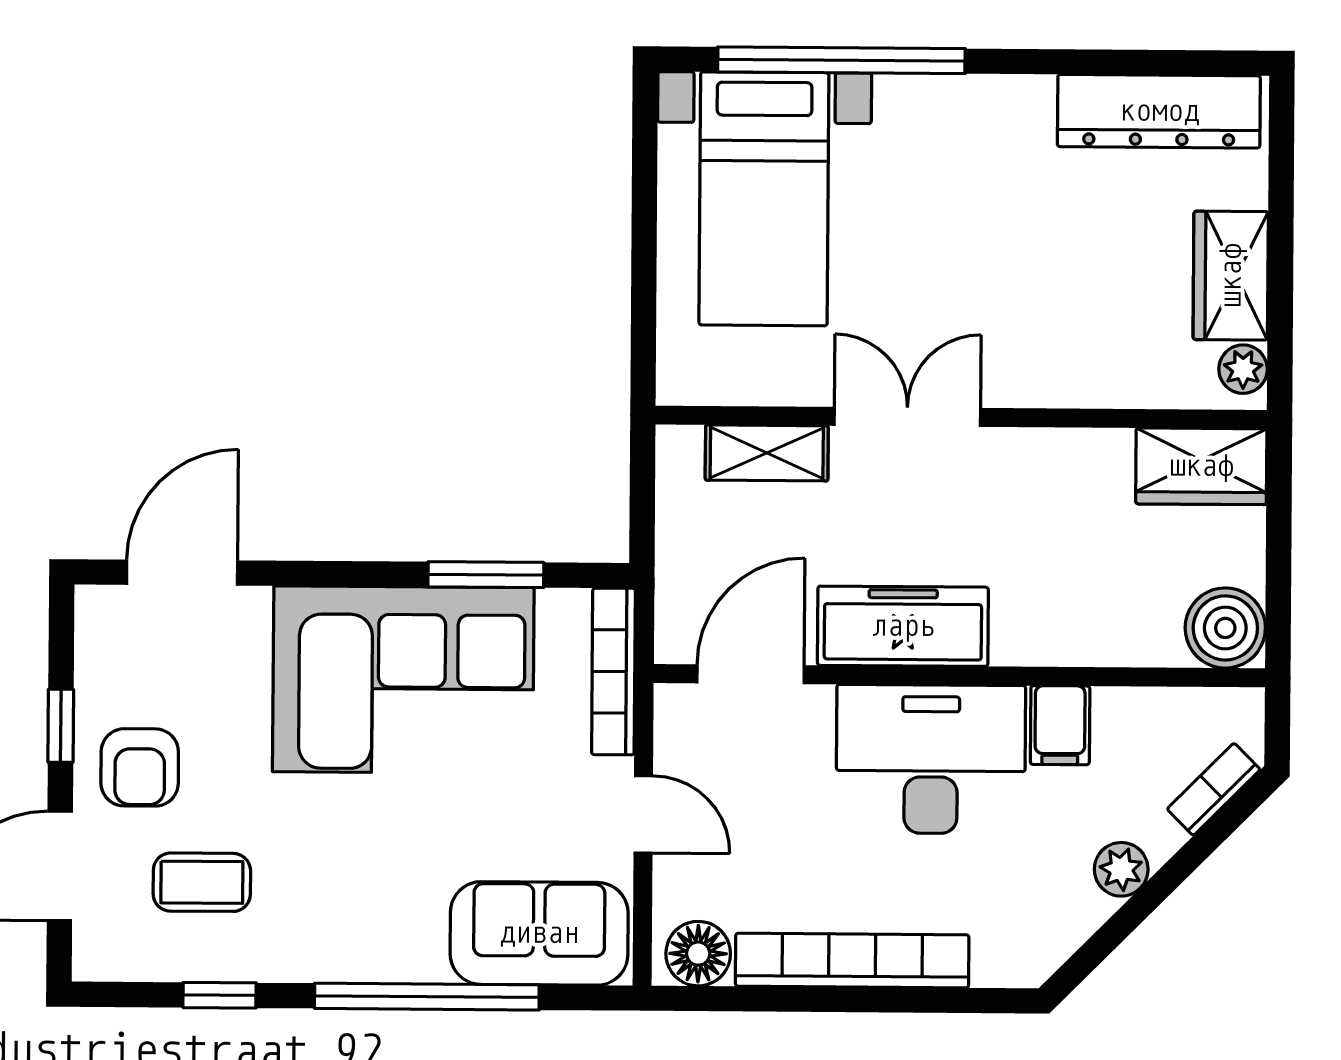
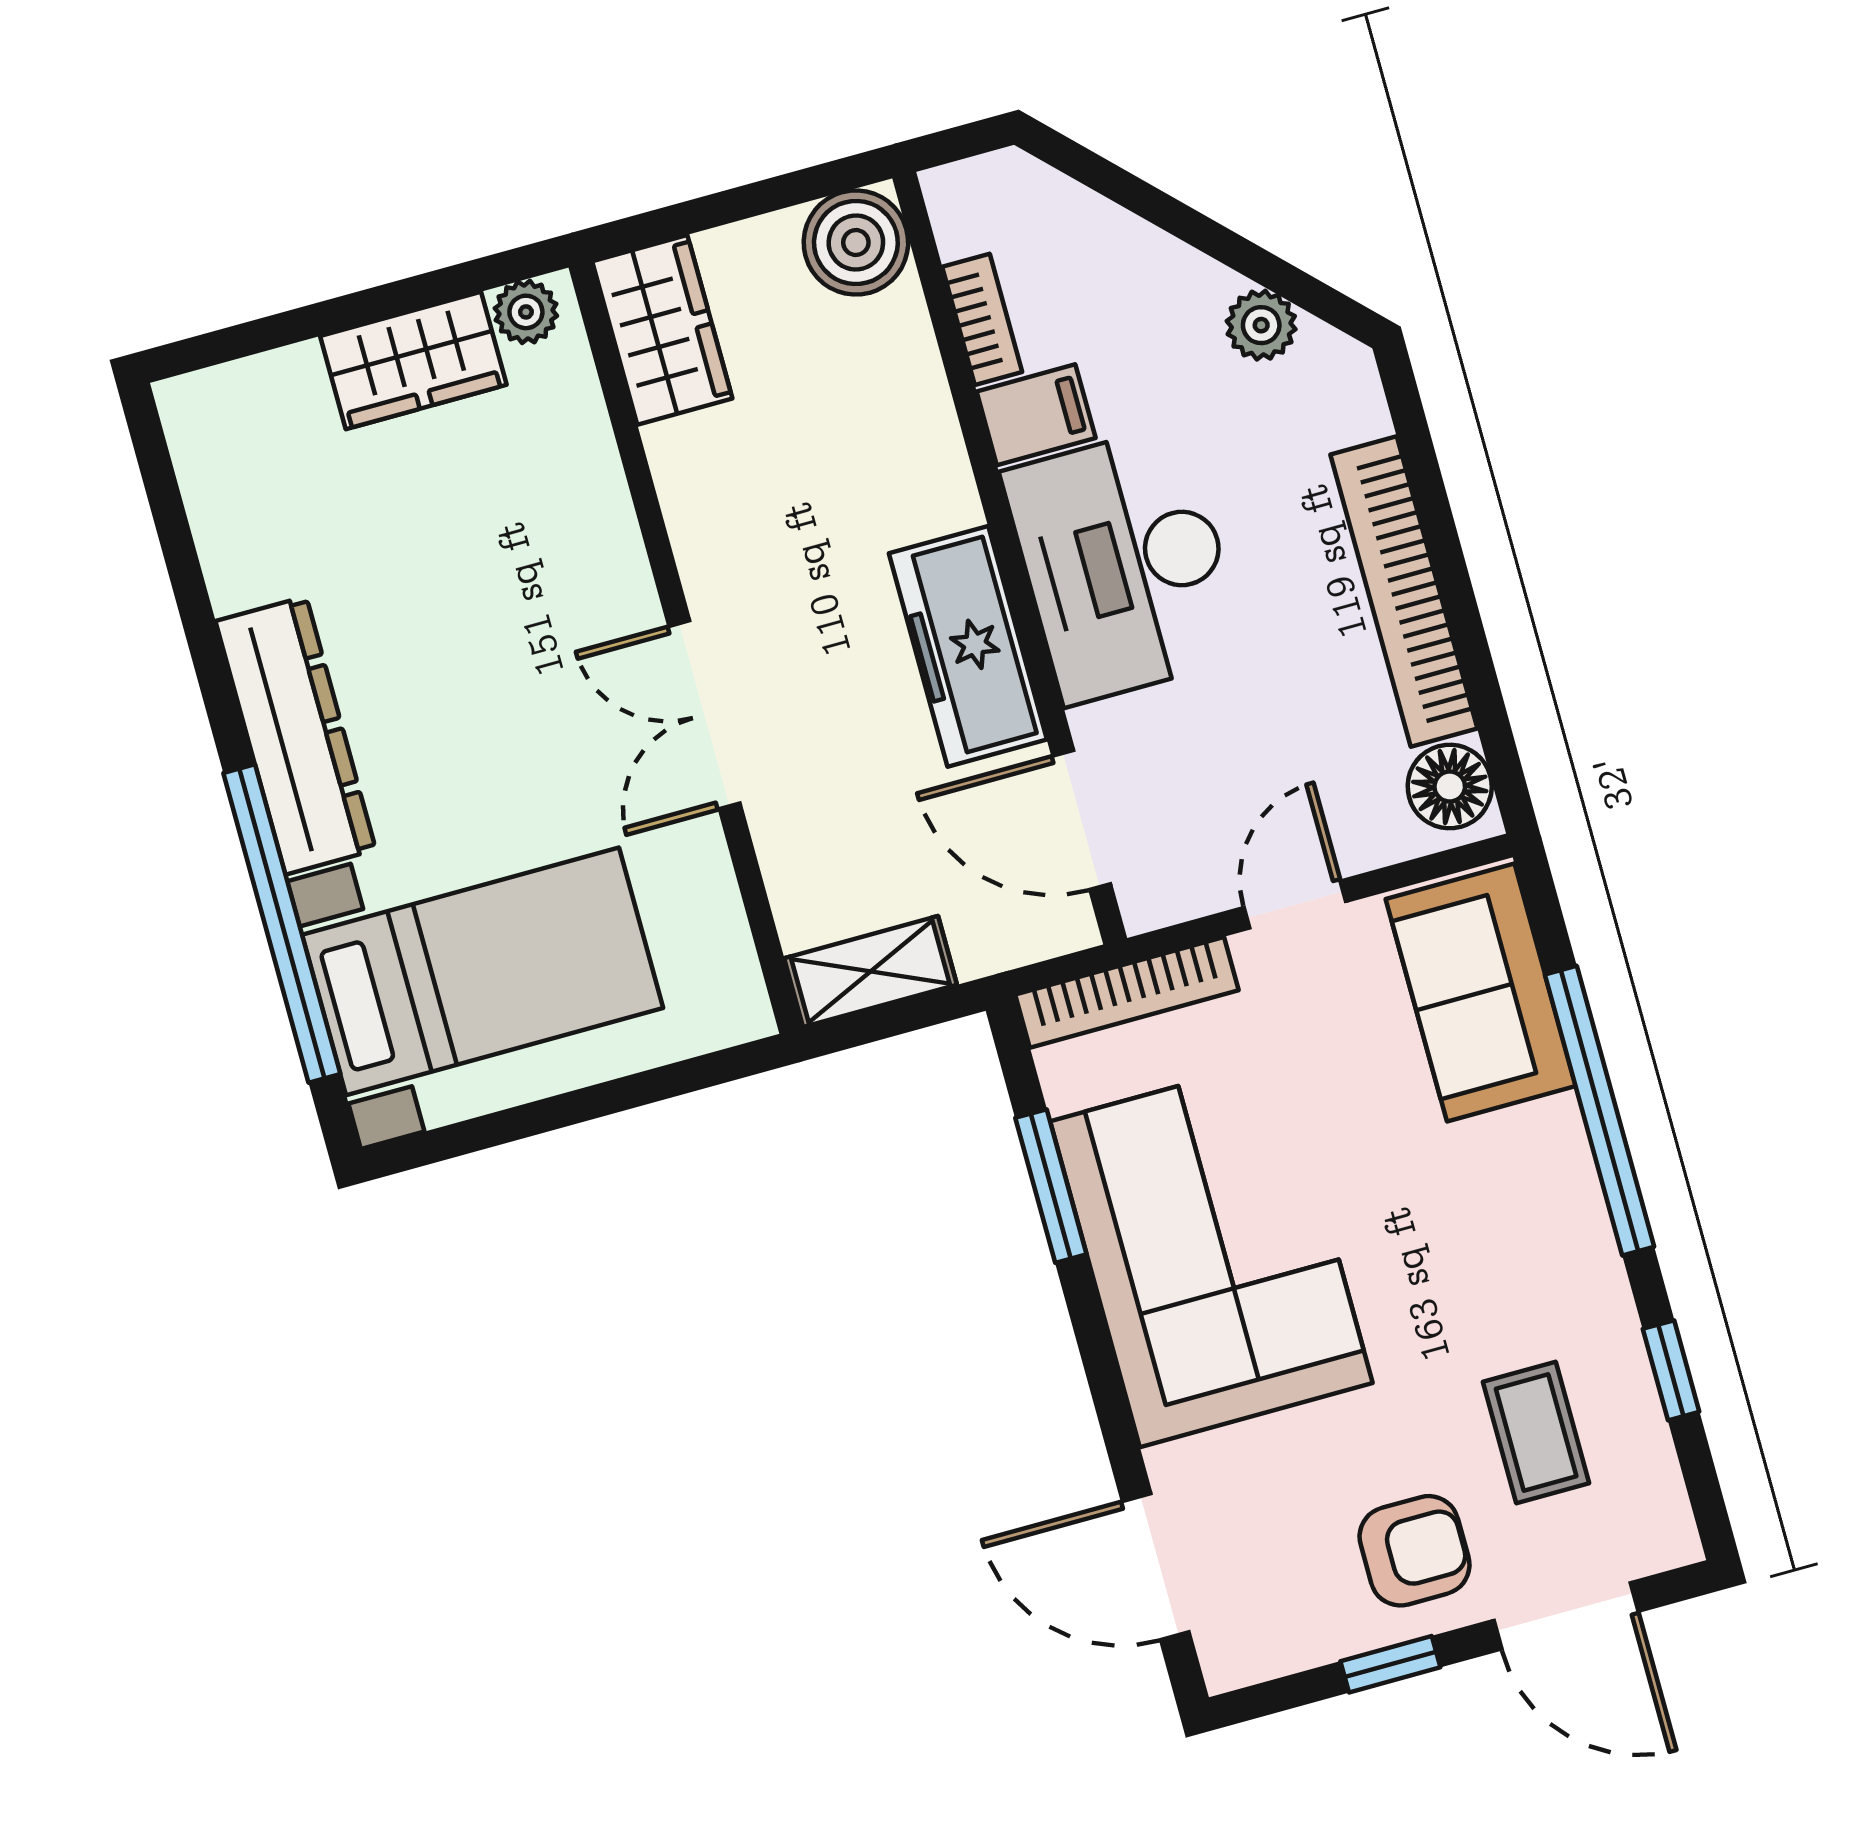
dresser: (1159, 111) -> (296, 735), moved
shelving: (767, 453) -> (871, 971), moved, turned 90
bookcase: (1214, 789) -> (982, 319), moved, turned -135
plant: (1121, 869) -> (1261, 325), moved

